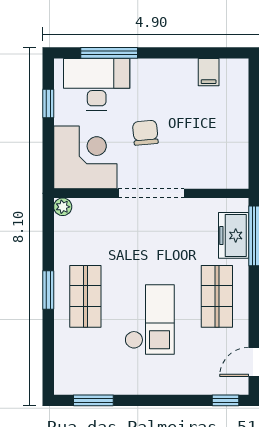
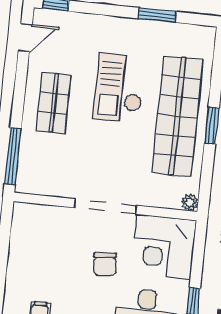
freezer: (234, 235) -> (32, 159), removed
shop shelf: (85, 296) -> (177, 116), width x2.00, depth x1.36
window: (93, 400) -> (157, 15), moved

